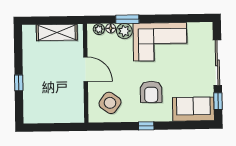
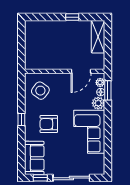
window: (127, 19) -> (108, 90), moved
shelving: (57, 32) -> (98, 37), moved
door: (86, 69) -> (81, 71), moved
window: (19, 83) -> (72, 17), moved

